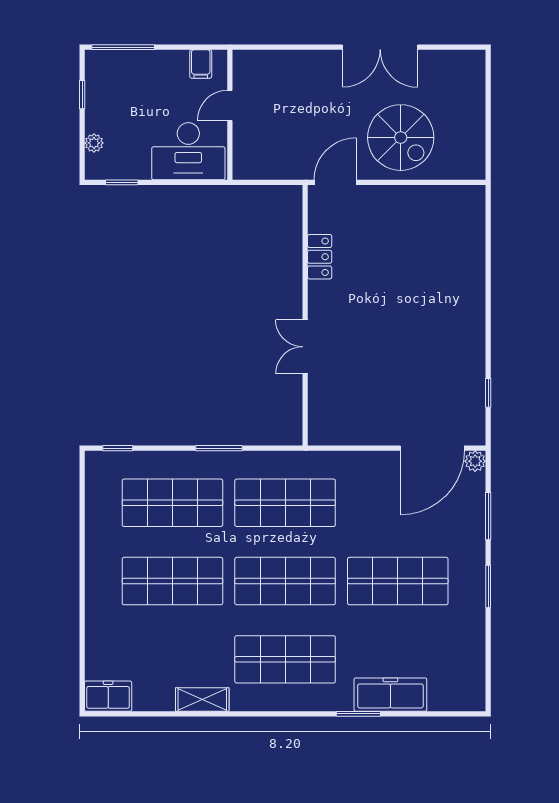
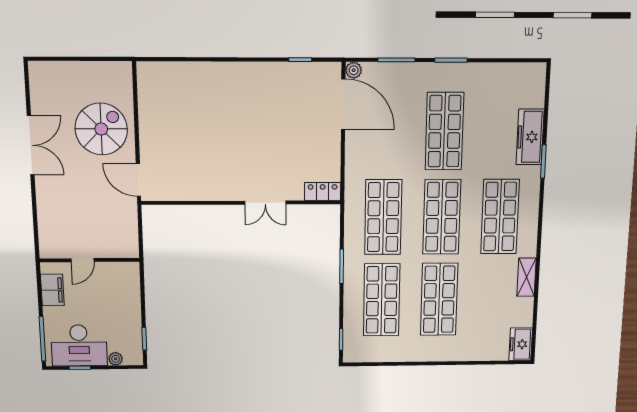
filing cabinet: (201, 64) -> (52, 290), width x2.00
door: (230, 105) -> (82, 260), hinge flipped
desk: (188, 151) -> (79, 345), moved, turned 90
locker: (320, 257) -> (323, 191), moved

